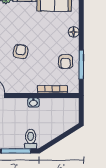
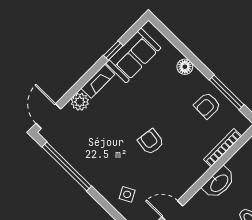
armchair: (66, 62) -> (207, 106), turned 92
washbasin: (33, 102) -> (219, 183), width x1.91, depth x1.45

